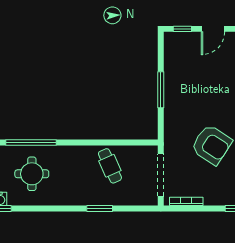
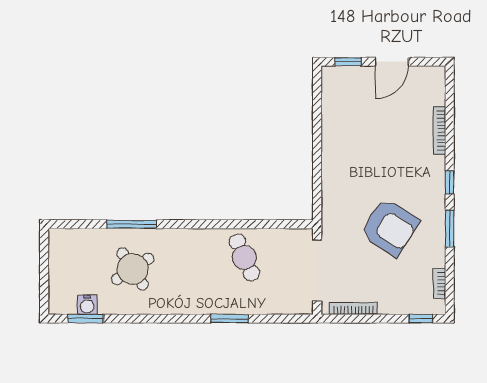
window: (161, 90) -> (317, 149), removed
window: (31, 143) -> (132, 224), width x0.68
round table: (32, 174) -> (133, 269), turned -33

